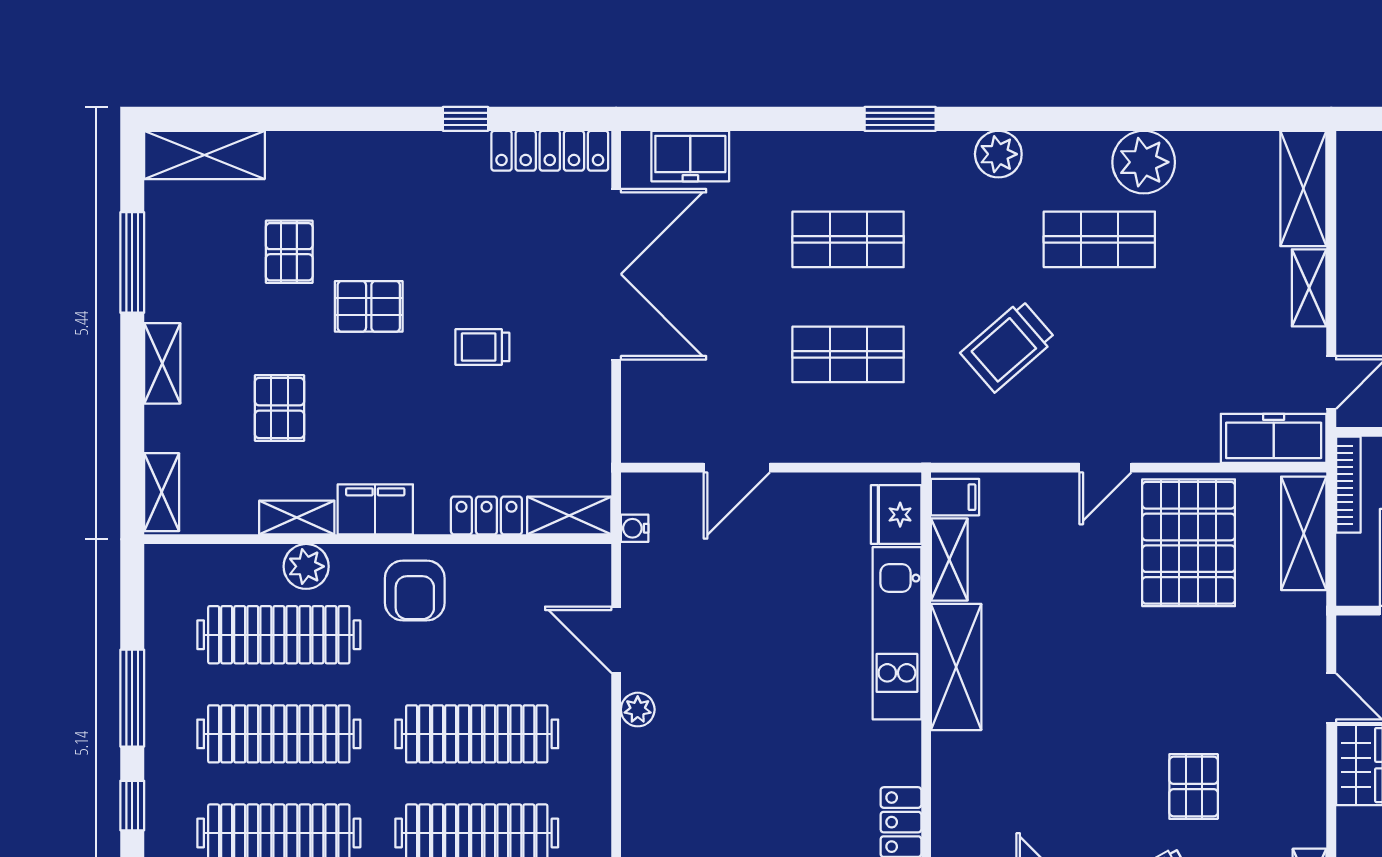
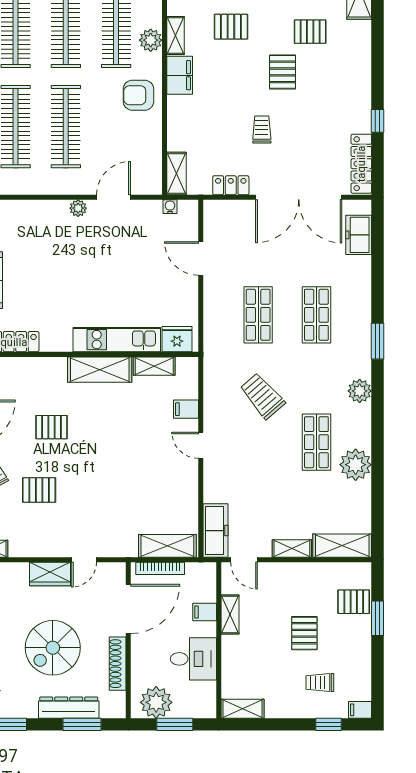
bookcase: (1348, 485) -> (160, 568), moved
filing cabinet: (955, 497) -> (186, 409), moved, turned 90
locker: (486, 515) -> (231, 185), moved, turned -90
pallet: (1189, 543) -> (52, 427), moved, width x0.49, depth x0.50

